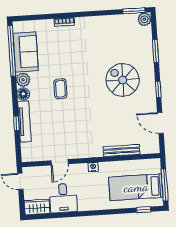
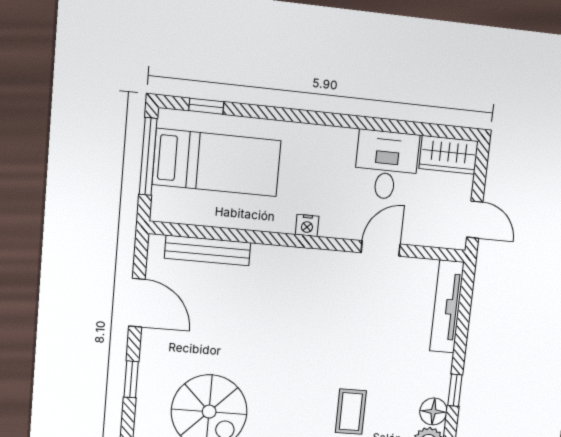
tv unit: (24, 122) -> (447, 307), moved
window: (16, 123) -> (455, 390), moved
bench: (121, 151) -> (208, 250), moved

